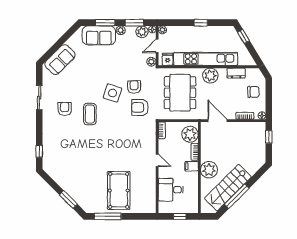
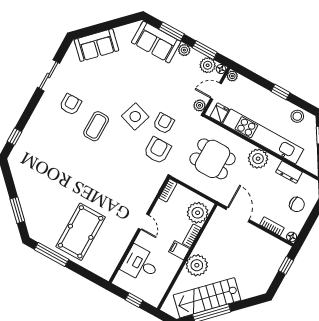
stool: (221, 33) -> (297, 116), added
dining table: (180, 93) -> (213, 159), width x0.73
armchair: (140, 107) -> (157, 150), turned 90

